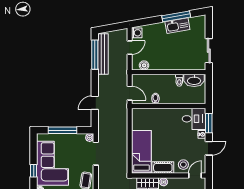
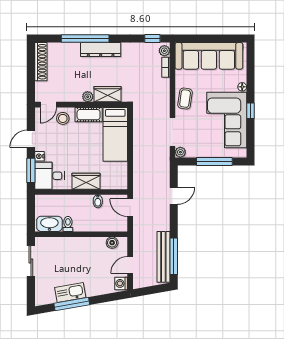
wardrobe: (165, 114) -> (86, 181), added

